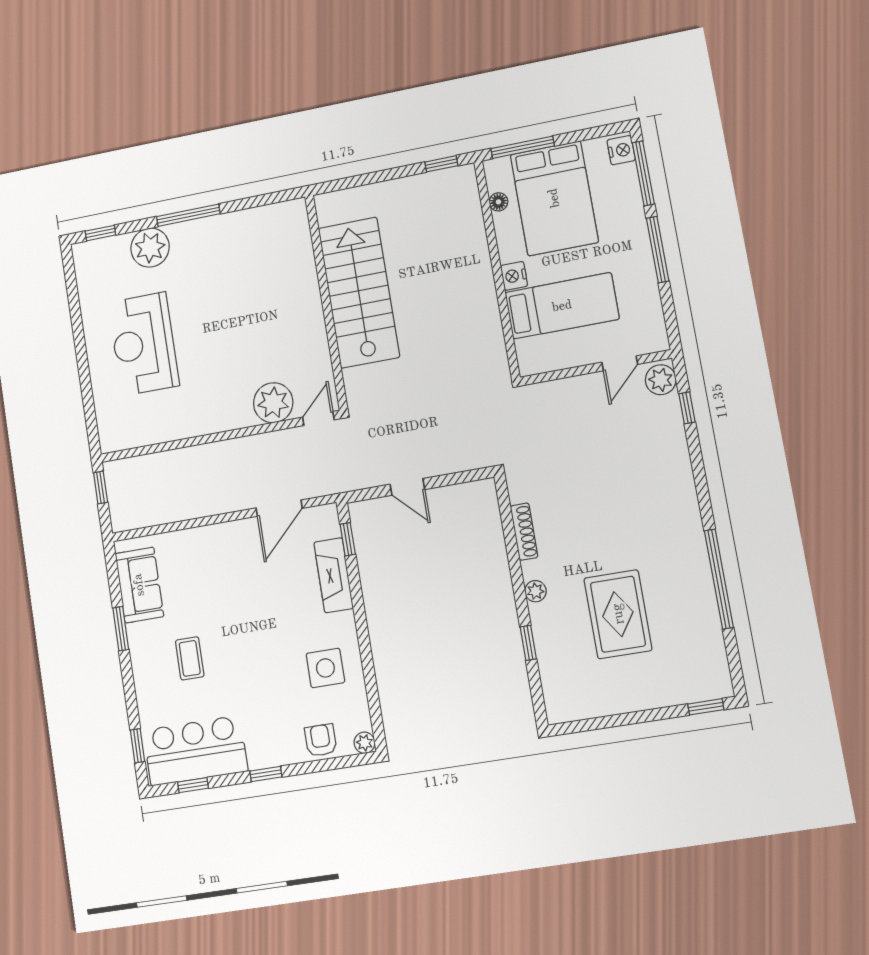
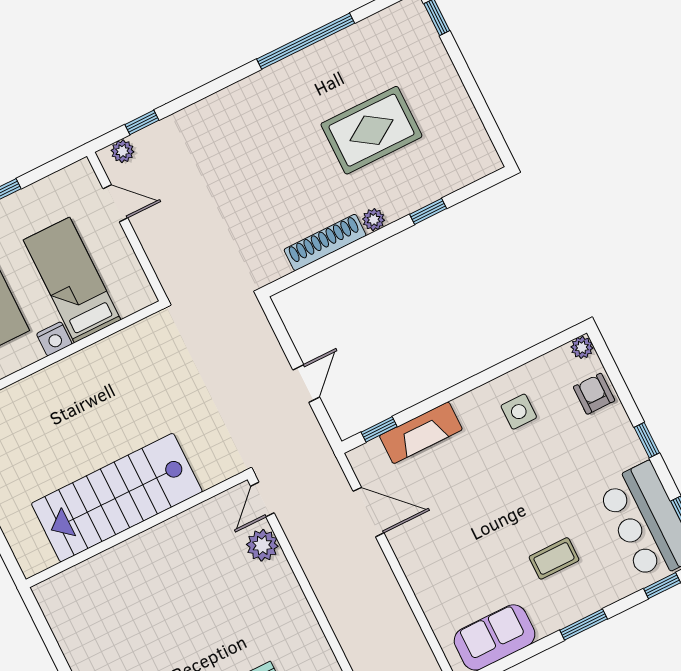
plant: (661, 380) -> (122, 151), width x0.73, depth x0.73
plant: (273, 403) -> (262, 545), width x0.73, depth x0.73
door: (318, 419) -> (262, 500), hinge flipped
shoe rack: (524, 532) -> (325, 242), width x1.36, depth x1.24
window: (121, 629) -> (584, 625), moved
side table: (325, 668) -> (519, 412), width x0.73, depth x0.73
armchair: (321, 740) -> (594, 394), turned 90

